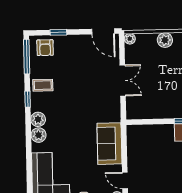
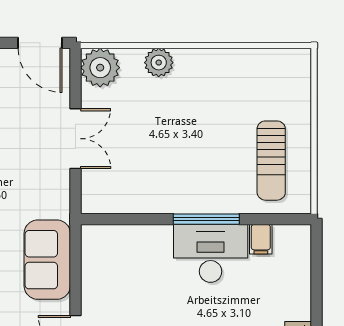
plant: (130, 39) -> (100, 68), width x1.88, depth x1.88

